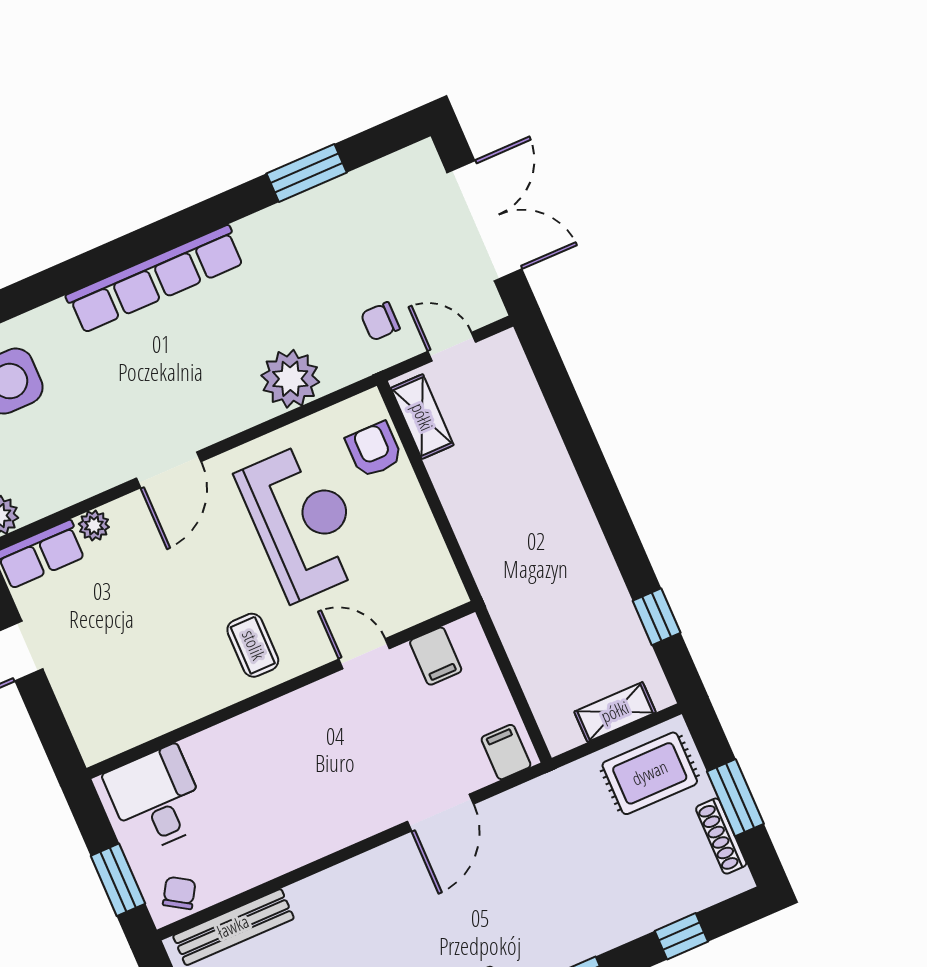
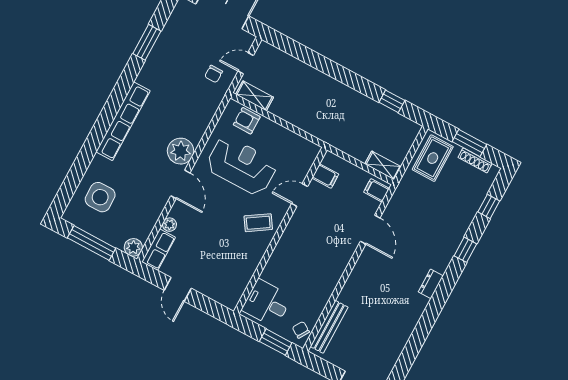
plant: (290, 379) -> (181, 151), moved
coffee table: (253, 645) -> (258, 223), turned -33
shelving: (615, 712) -> (383, 165), moved, turned 90

